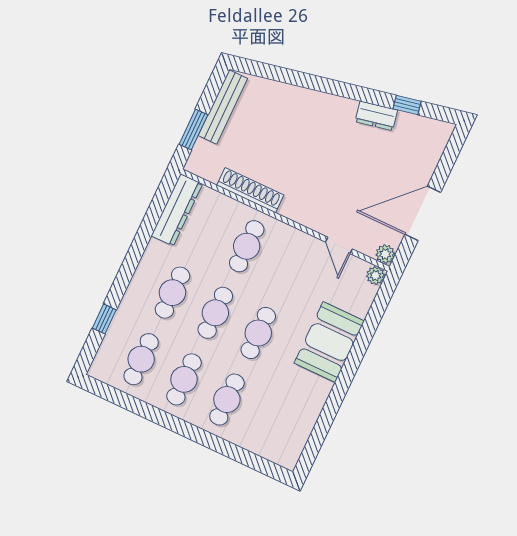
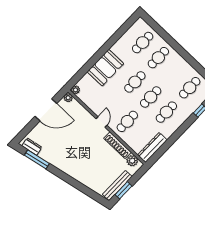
window: (407, 105) -> (37, 159), width x2.17
dresser: (376, 116) -> (32, 147), moved
window: (193, 129) -> (123, 190), moved
plant: (209, 168) -> (132, 161), added
door: (339, 245) -> (101, 122), moved
cafe table: (184, 379) -> (143, 43), moved

